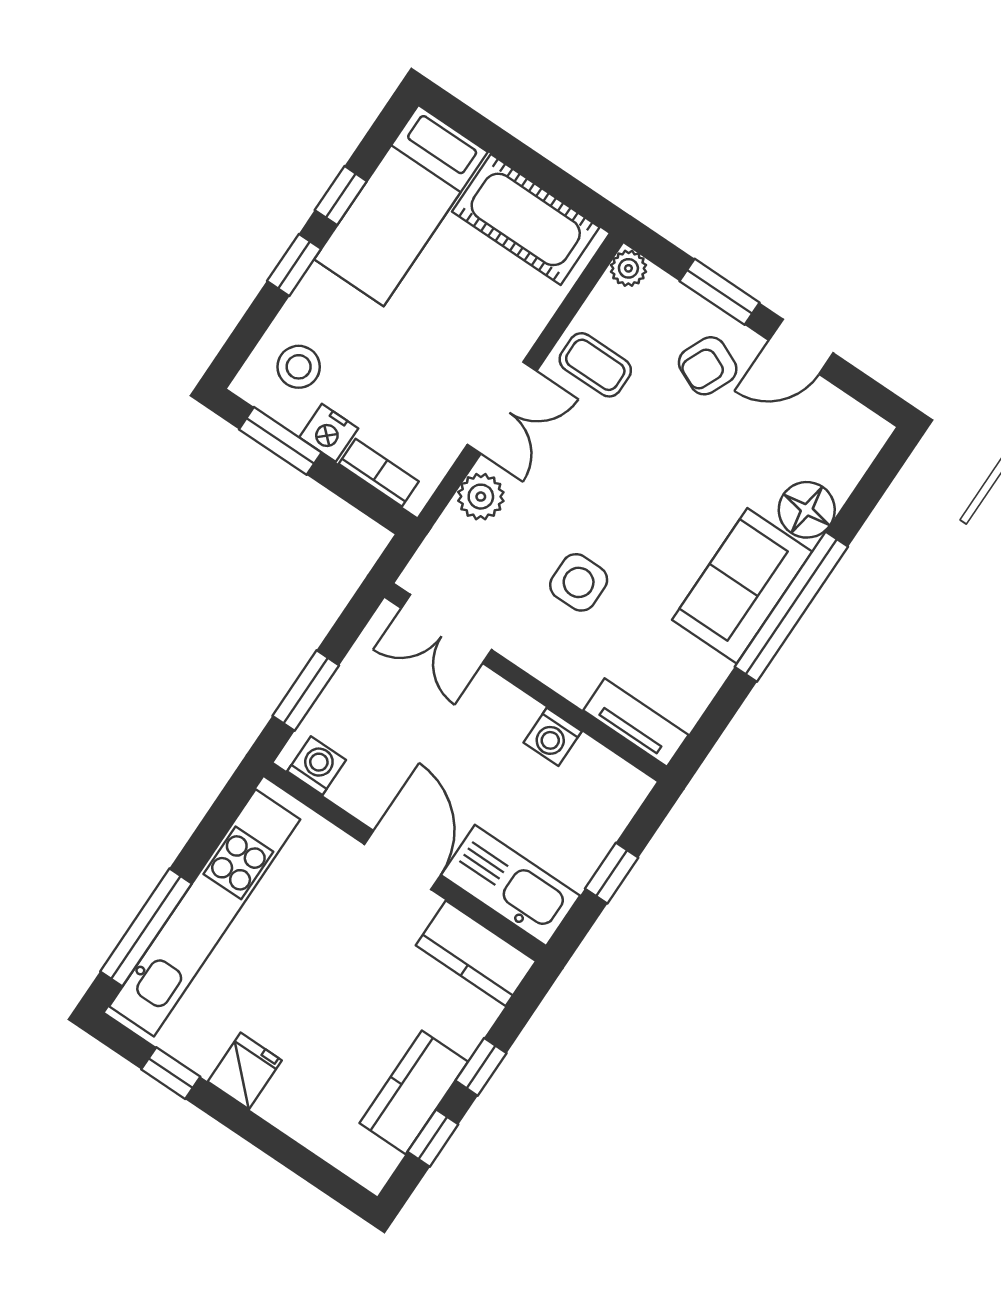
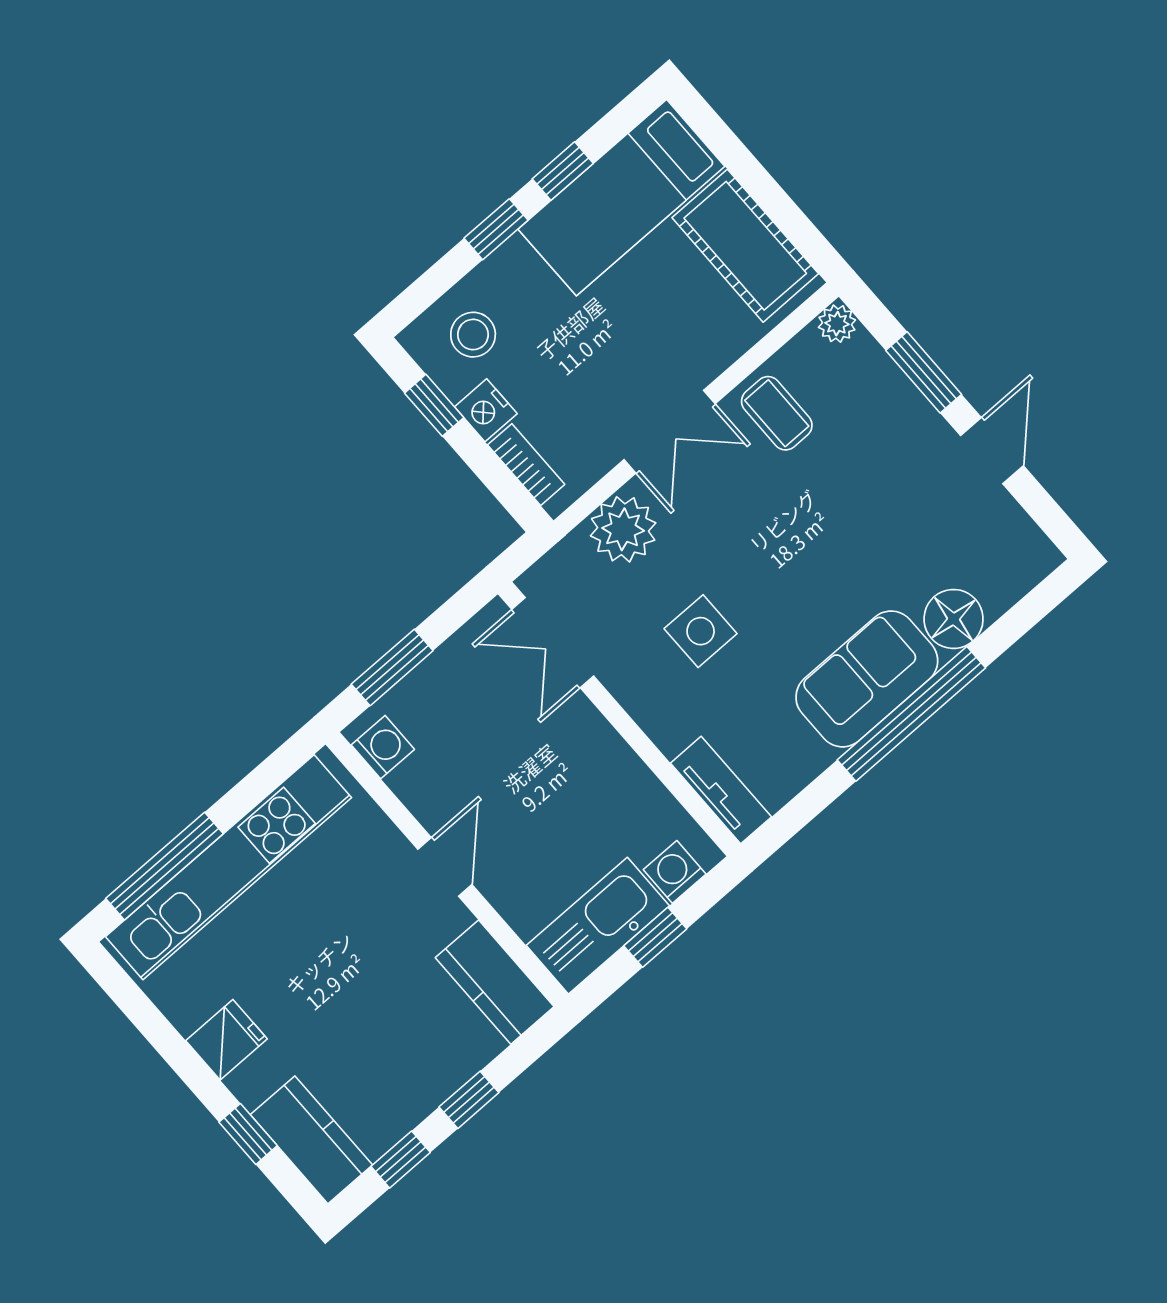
door: (801, 347) -> (992, 451), swing flipped
armchair: (708, 366) -> (891, 445), removed
window: (280, 441) -> (434, 405), width x0.67
plant: (481, 497) -> (623, 529), width x1.36, depth x1.36
washing machine: (553, 737) -> (675, 872), moved, turned 90
door: (402, 860) -> (445, 867), width x0.73
kitchen sink: (511, 885) -> (598, 926), moved, turned -90
window: (171, 1073) -> (248, 1134), moved
kitchen counter: (414, 1092) -> (311, 1140), moved, turned 90

